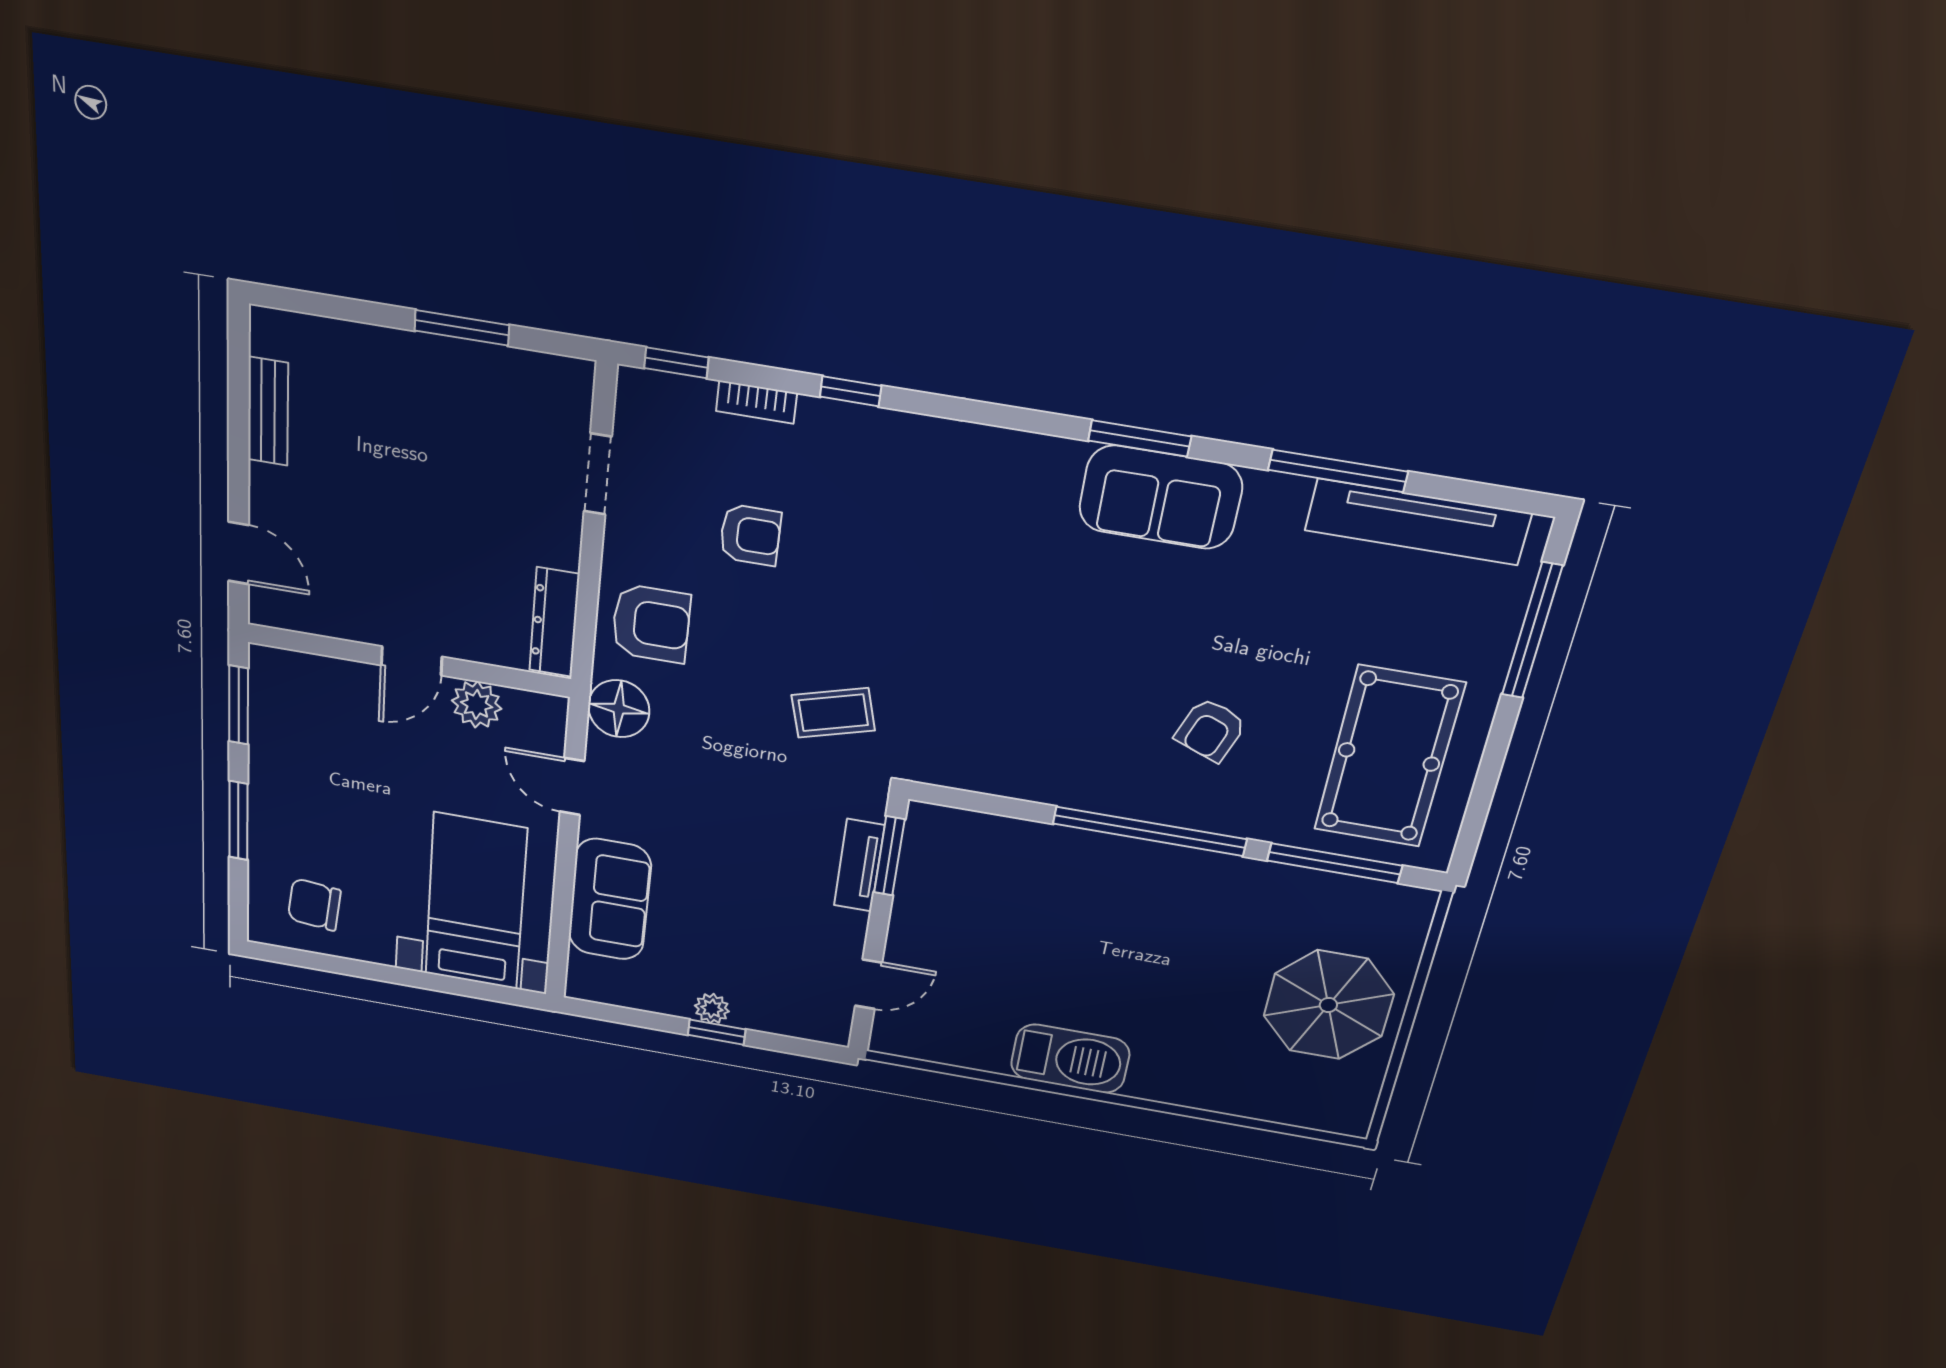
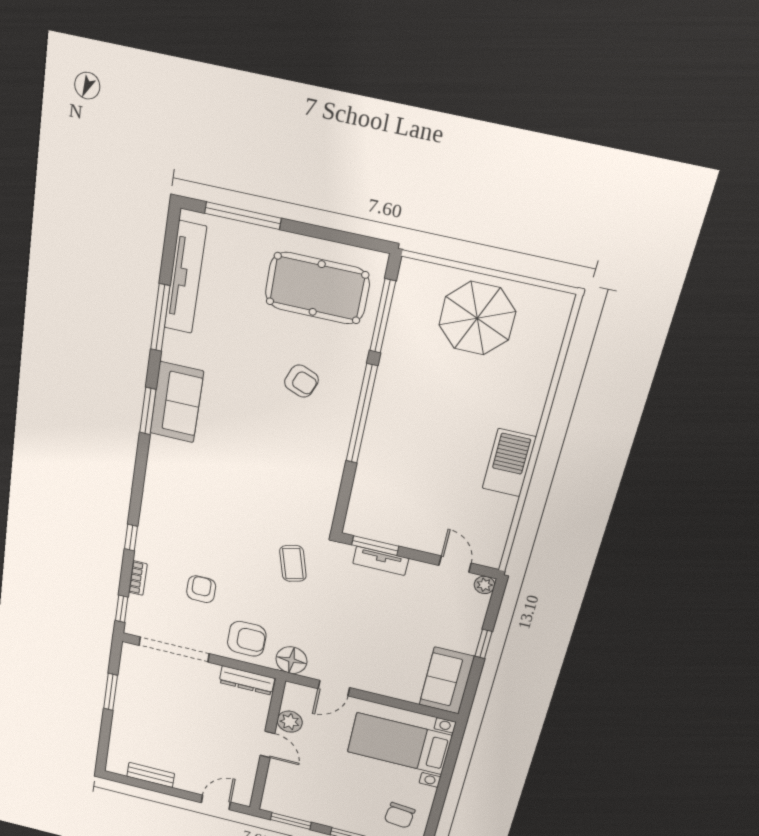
doorway: (598, 474) -> (174, 649), width x1.88
armchair: (651, 624) -> (247, 639), turned 90
sofa: (610, 900) -> (447, 681), moved, turned -90
plant: (712, 1009) -> (484, 585), moved

